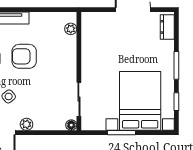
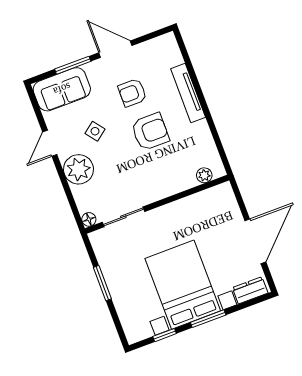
armchair: (24, 56) -> (150, 132), turned 90
bed with nightstands: (140, 101) -> (183, 285), moved, turned -90
plant: (27, 124) -> (79, 169), width x1.87, depth x1.87

